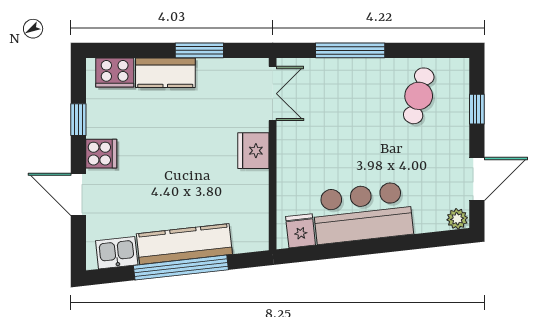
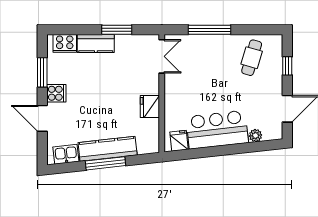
window: (78, 120) -> (42, 72), width x1.50
fridge: (253, 151) -> (150, 107), moved
plant: (457, 219) -> (255, 136), moved
window: (181, 268) -> (105, 163), width x0.68

